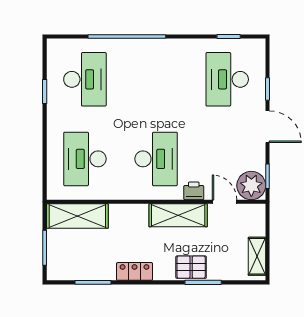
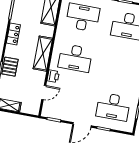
desk: (227, 79) -> (113, 107), turned 180
plant: (251, 186) -> (50, 109), removed
shelving: (178, 215) -> (43, 54), moved

